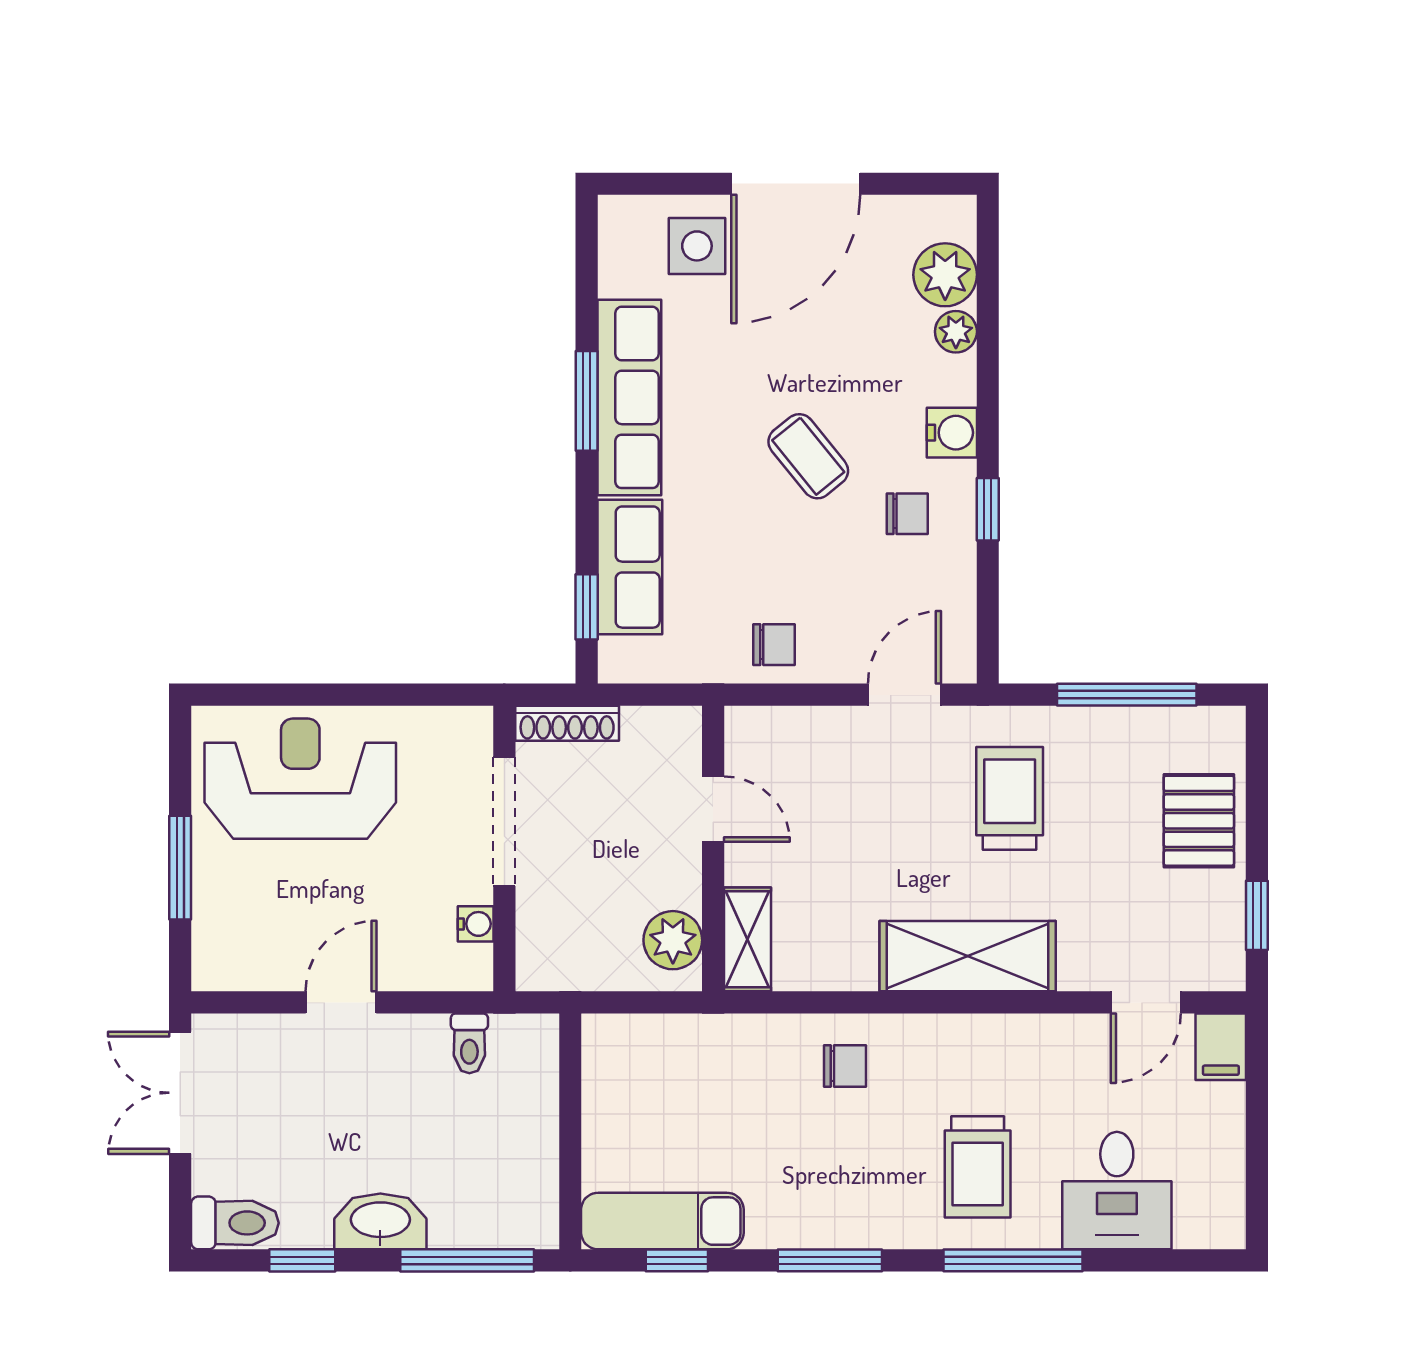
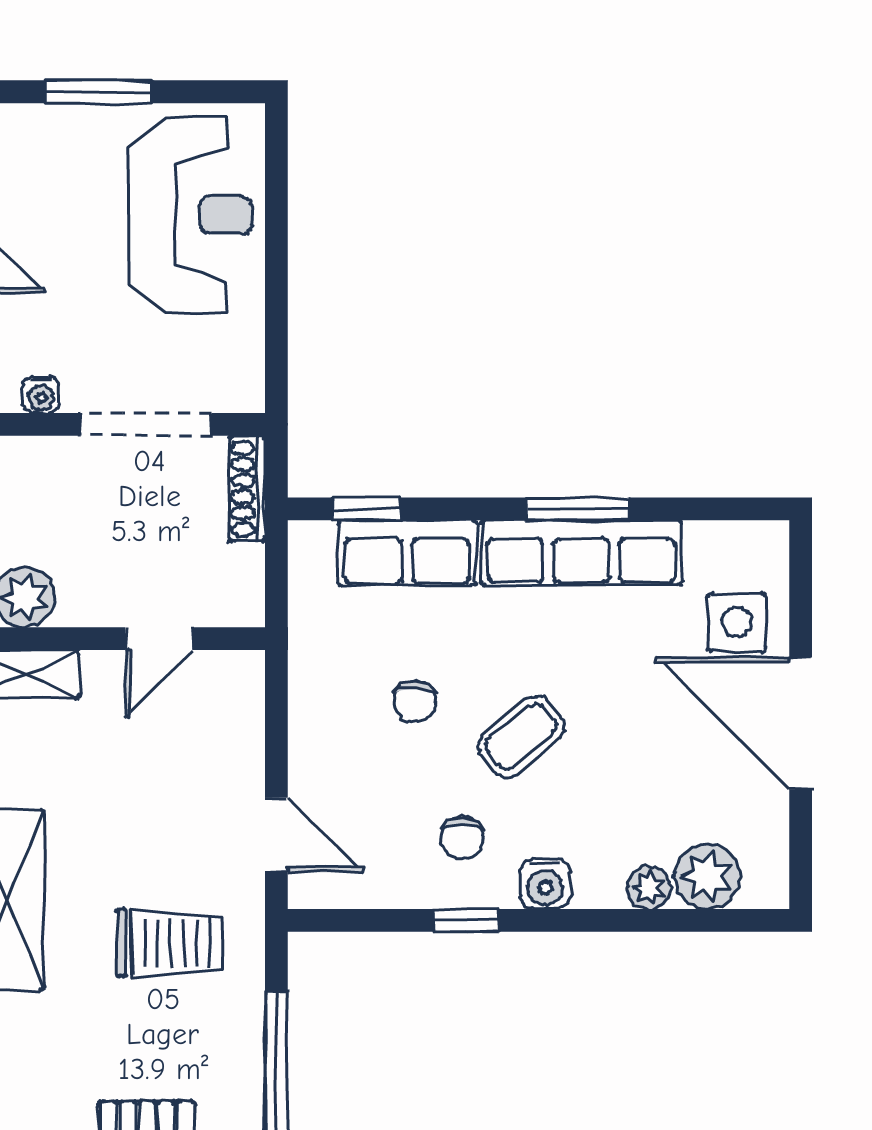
chair: (774, 645) -> (415, 702), moved

